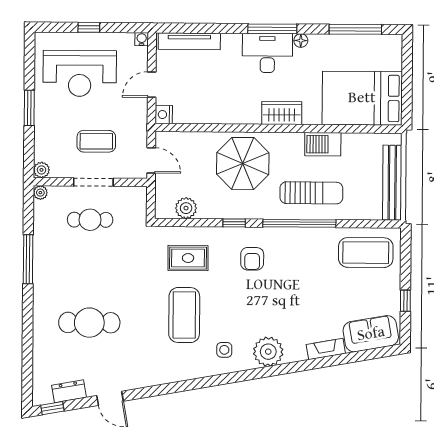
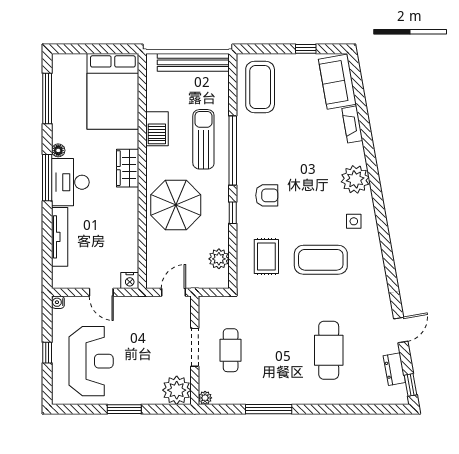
tv unit: (189, 41) -> (60, 237), moved
coffee table: (96, 141) -> (156, 345), removed
plant: (41, 170) -> (177, 390), width x1.88, depth x1.88

